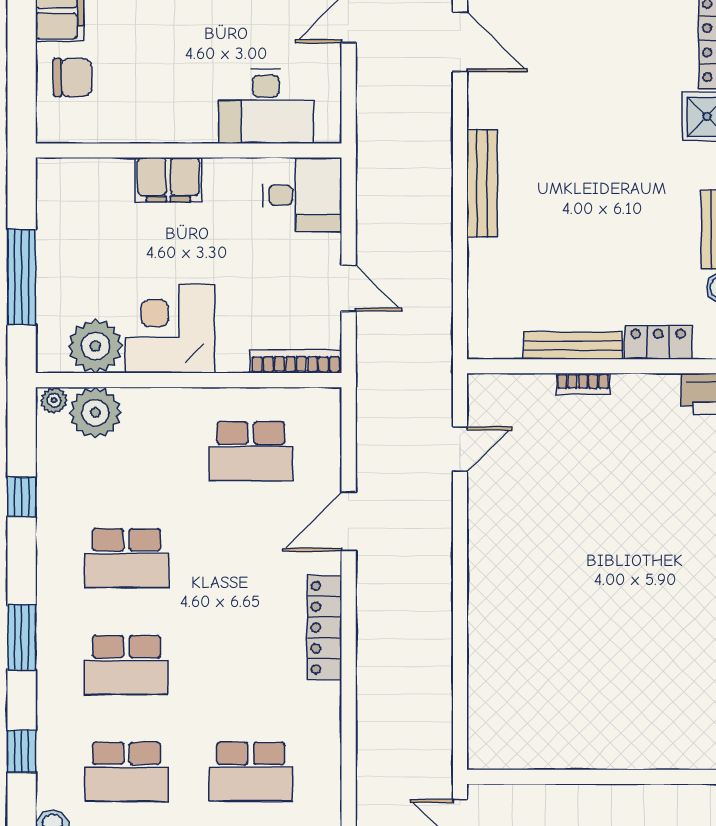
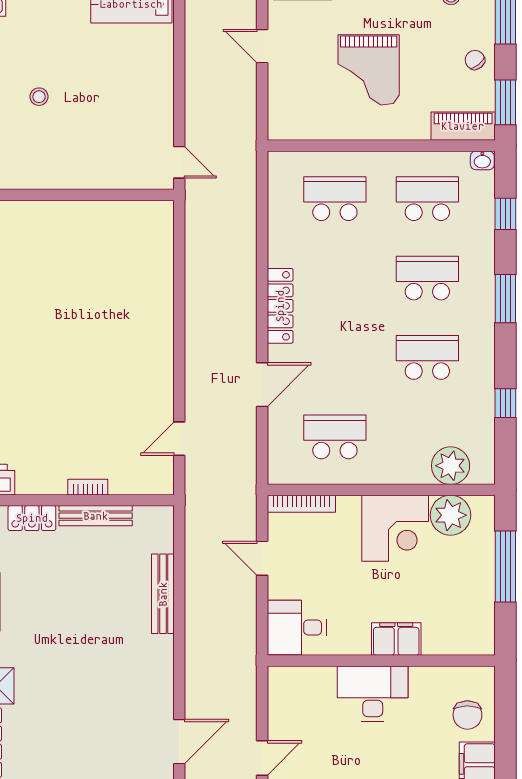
door: (460, 42) -> (179, 742), swing flipped
chair: (73, 77) -> (467, 715), turned -90
desk: (266, 106) -> (373, 694), moved
bench: (482, 183) -> (163, 594), moved
plant: (54, 400) -> (481, 475), removed

